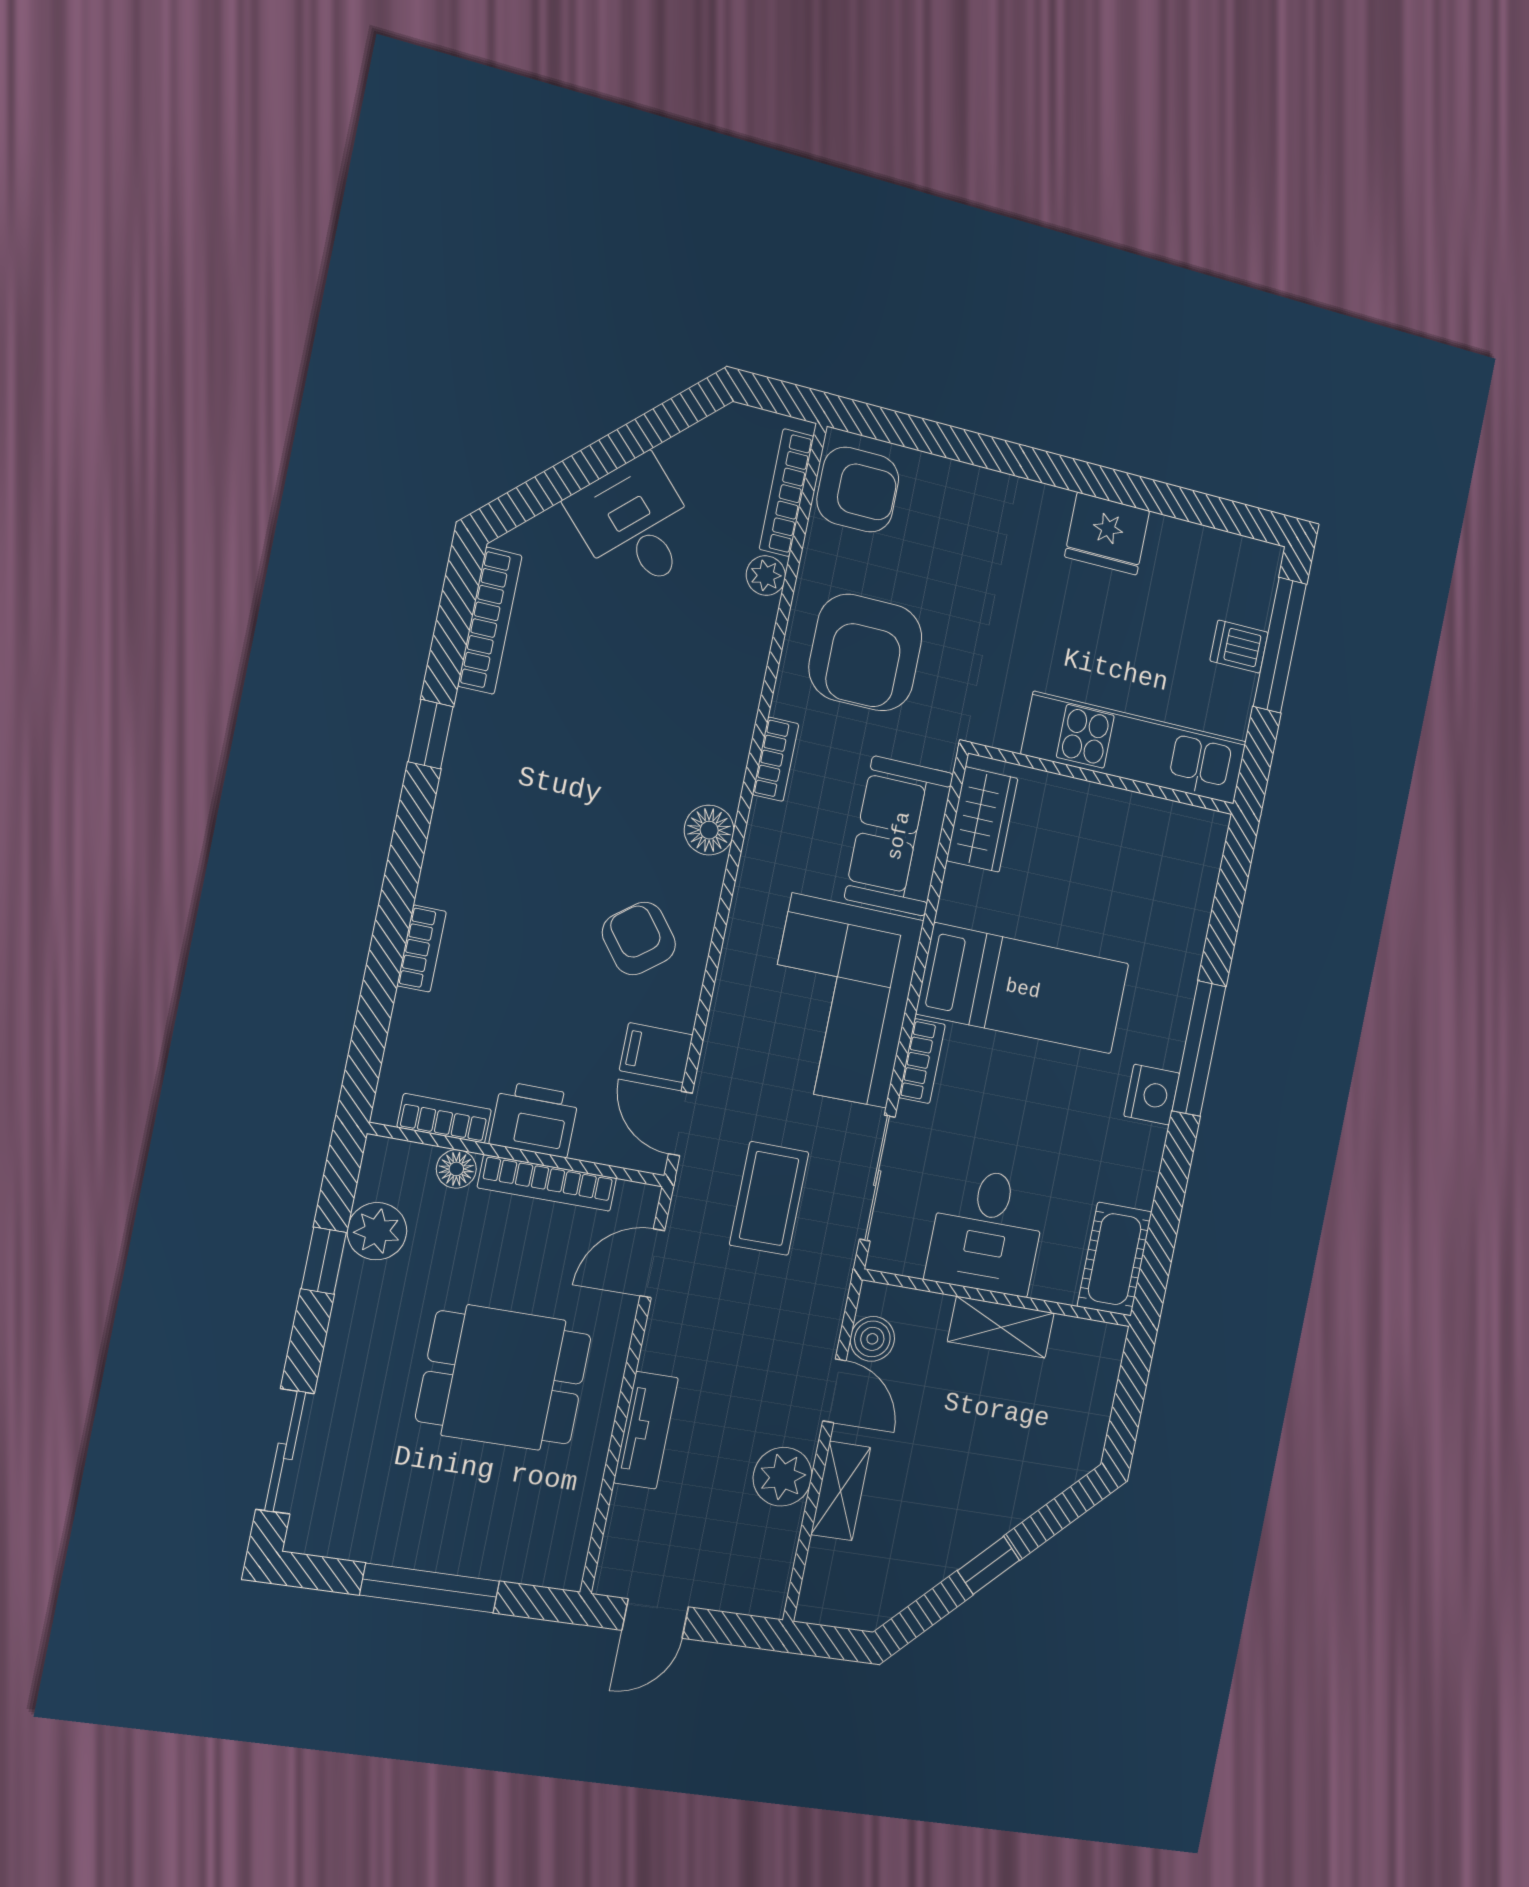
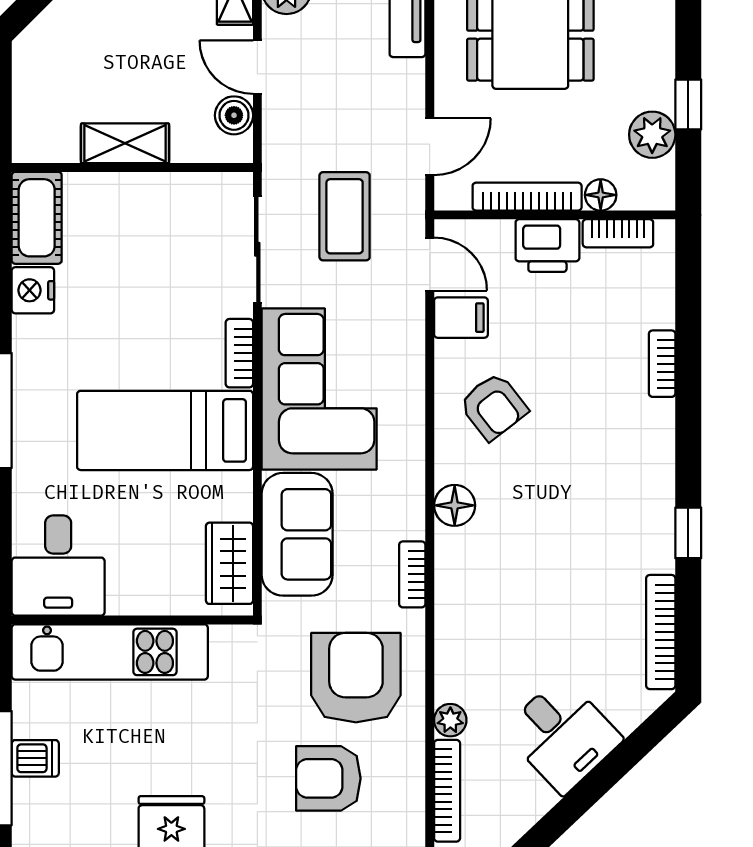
armchair: (858, 490) -> (328, 778), moved
nightstand: (1152, 1095) -> (33, 290), moved
desk: (987, 1231) -> (58, 566), moved, turned 180

